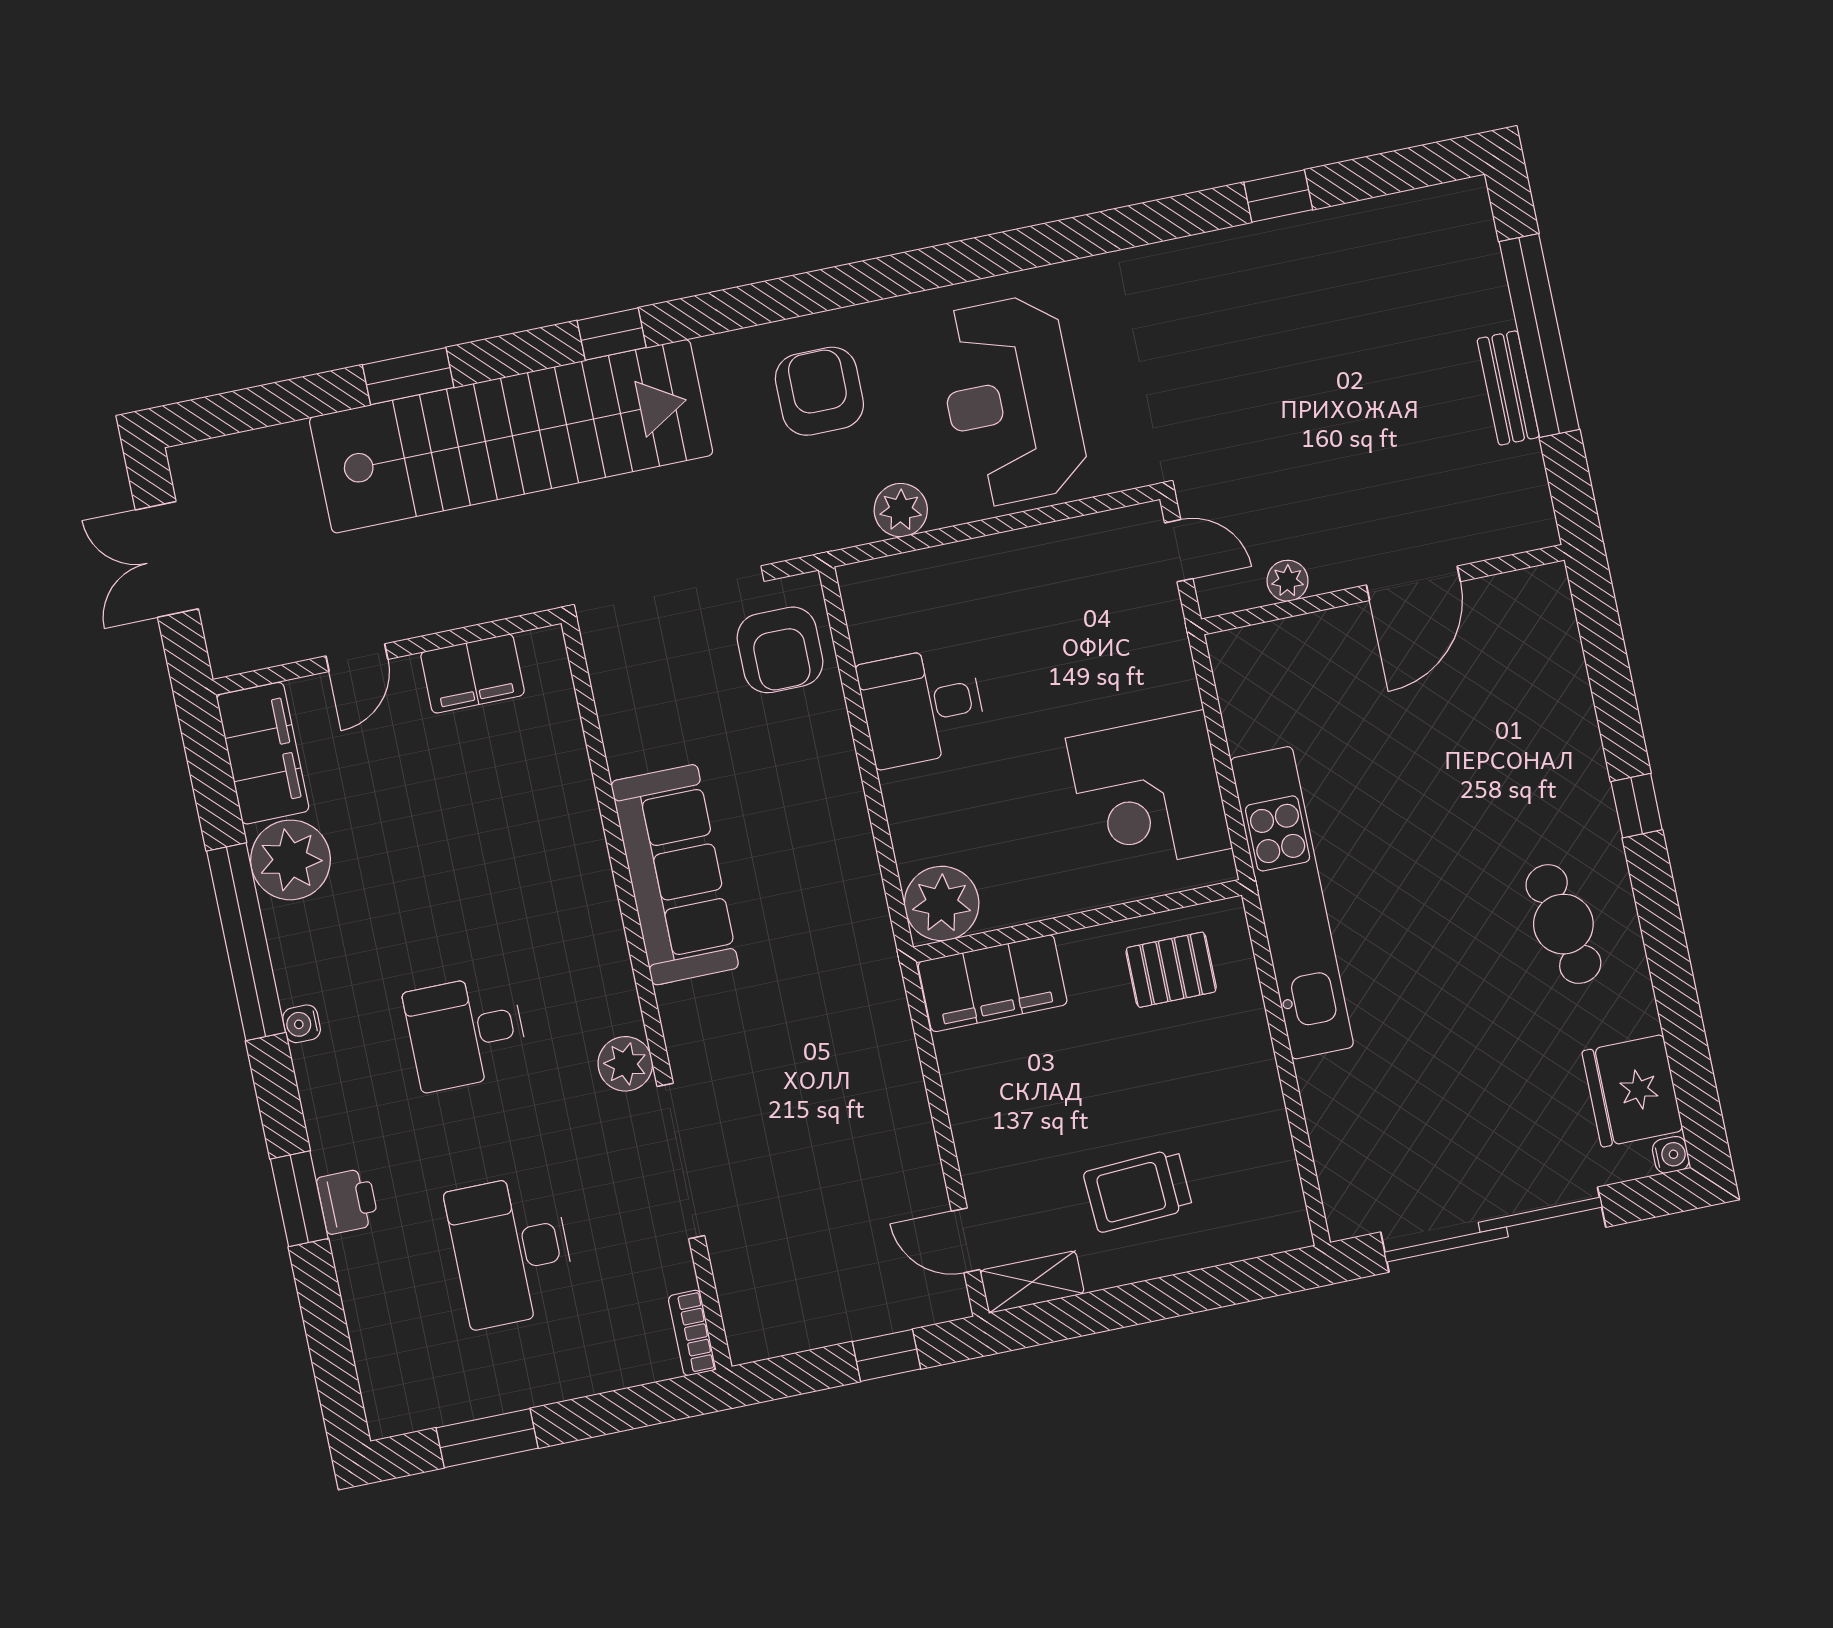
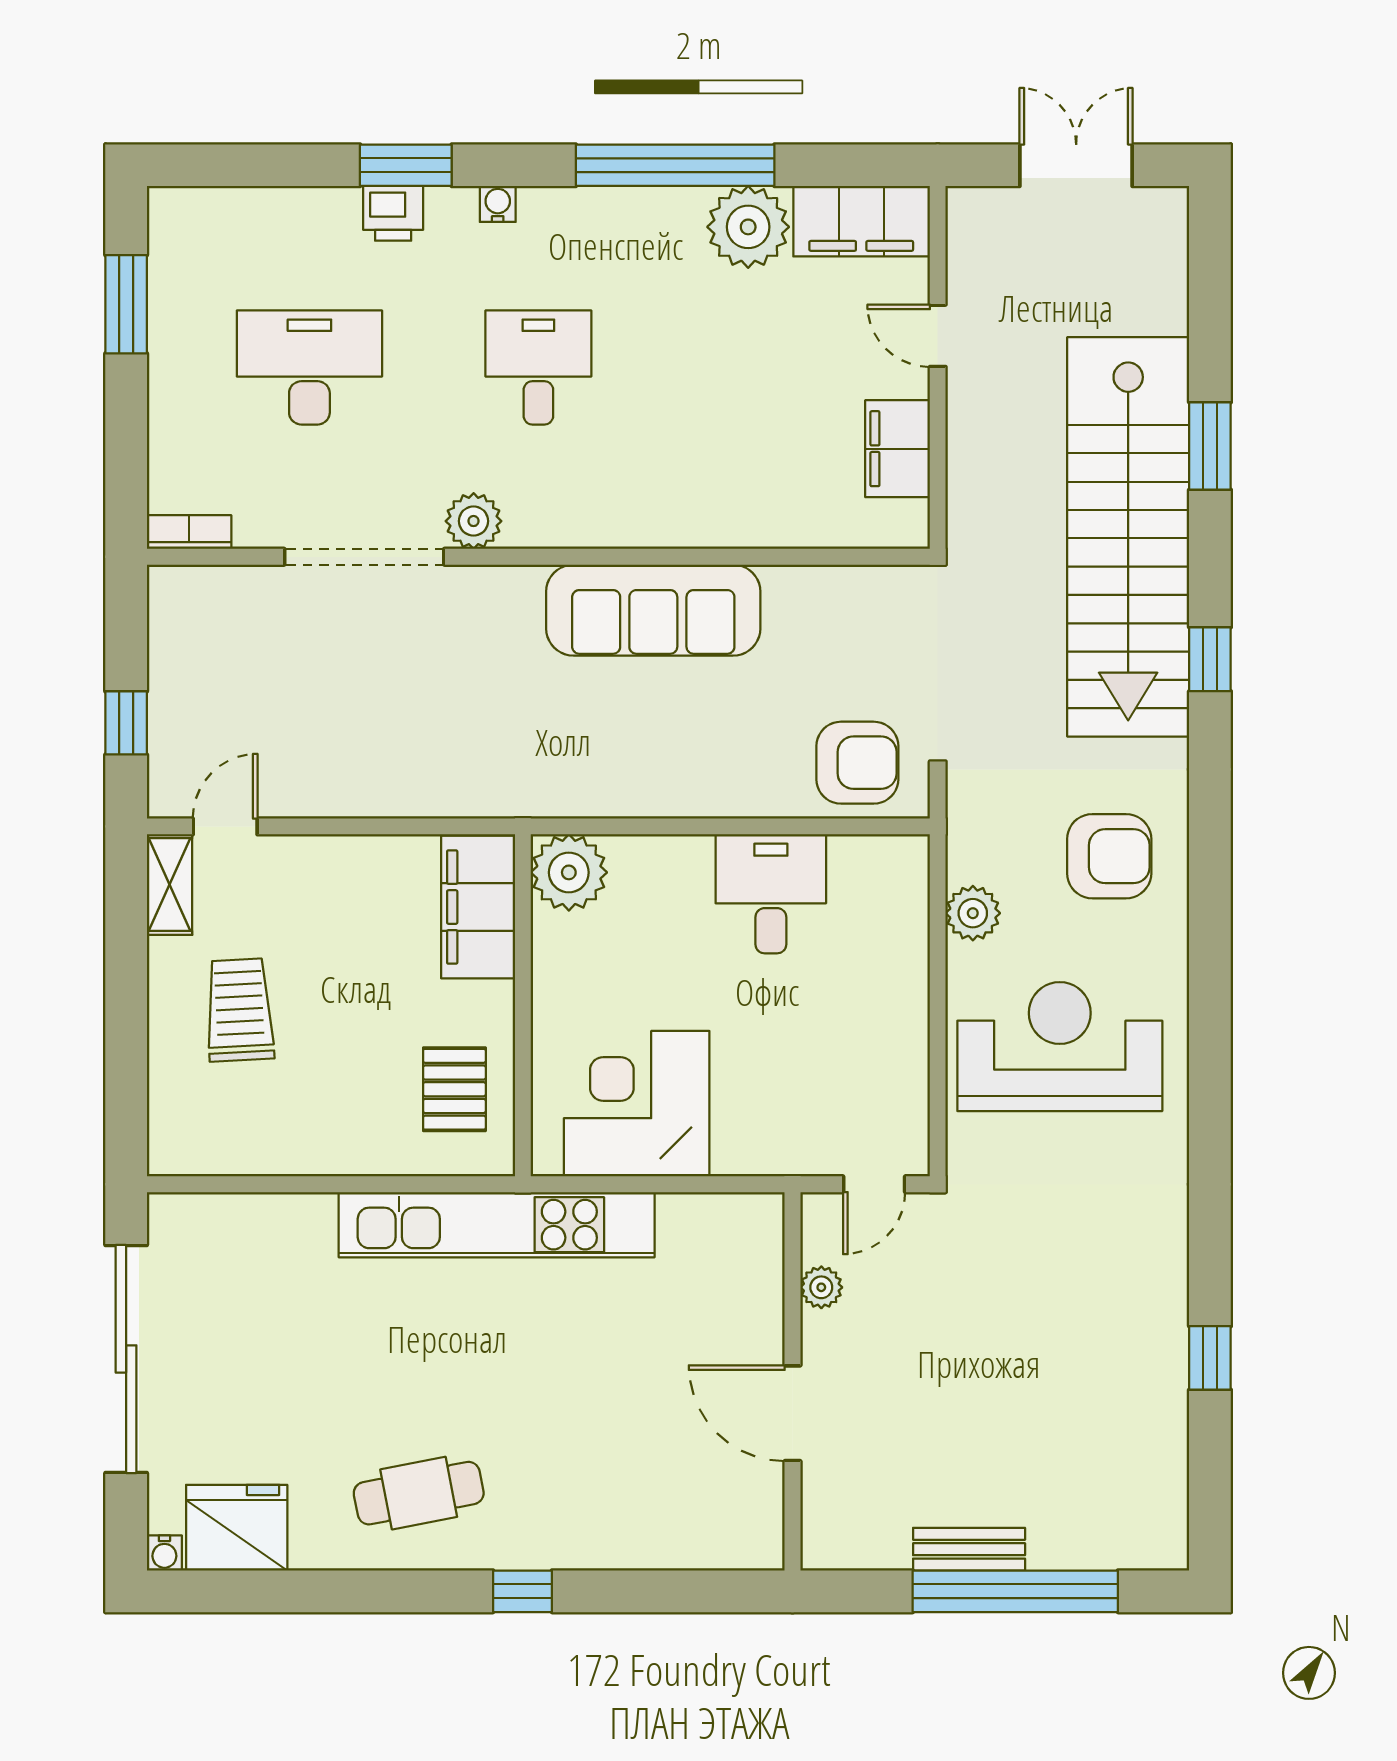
armchair: (780, 650) -> (857, 763), turned 180
water cooler: (302, 1024) -> (498, 204), moved

